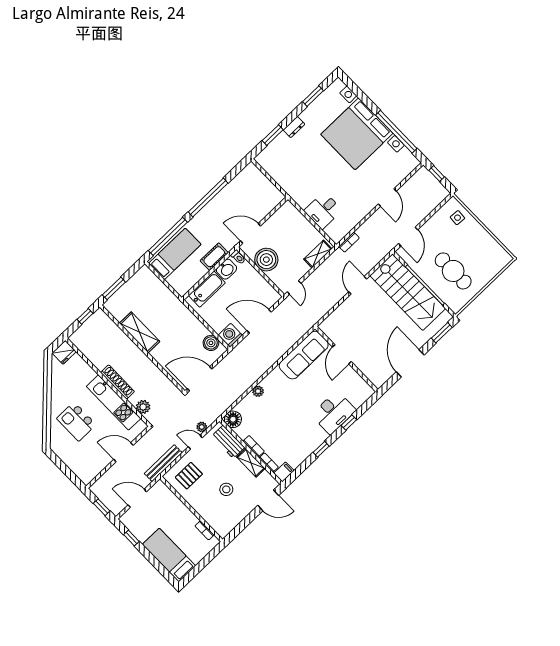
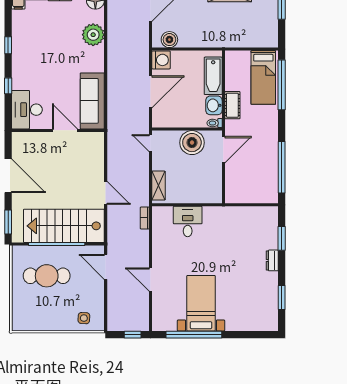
bed with nightstands: (357, 134) -> (201, 303), width x0.54
window: (208, 198) -> (282, 167), moved
plant: (258, 391) -> (93, 35), width x1.88, depth x1.88
desk: (334, 413) -> (27, 110), moved

